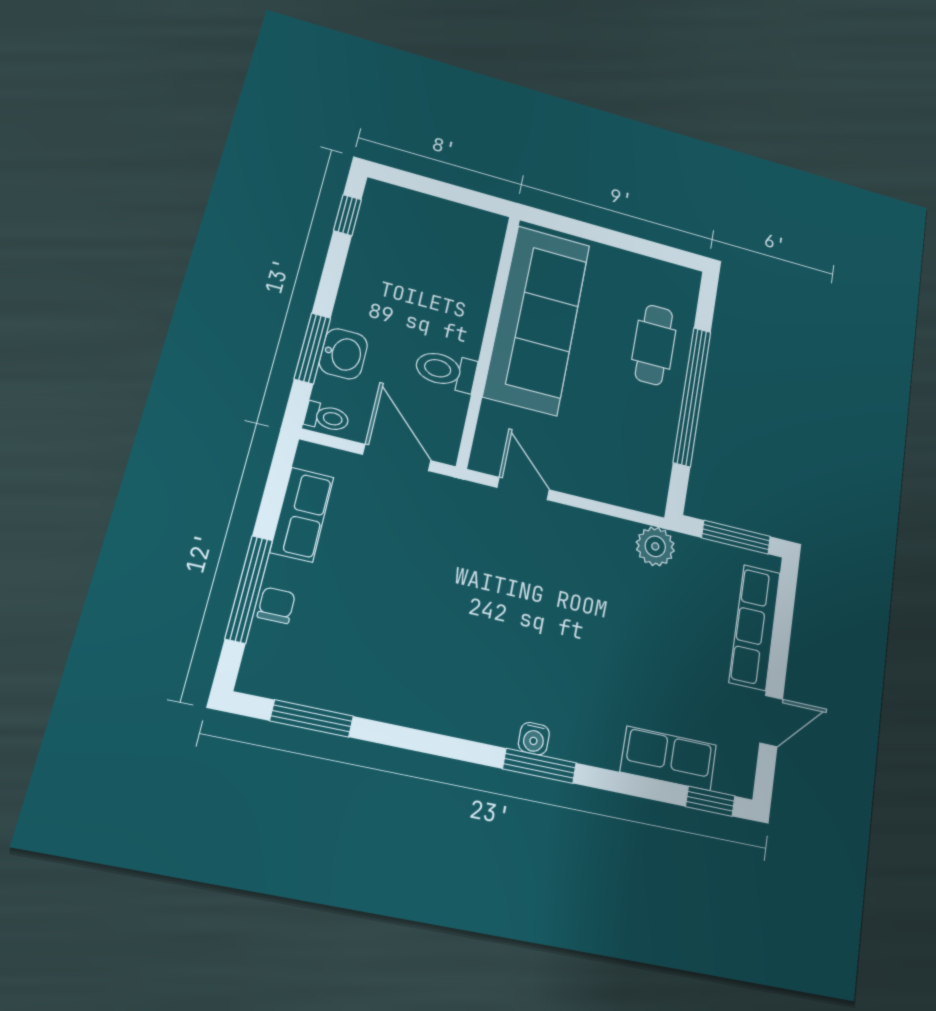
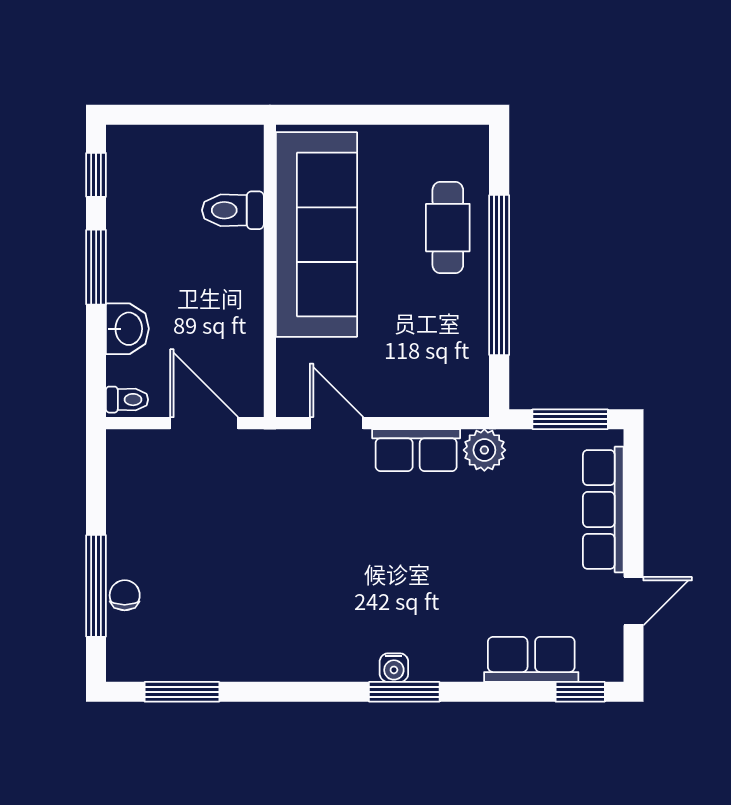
window: (312, 348) -> (96, 267), moved
toilet: (446, 370) -> (233, 210), moved
row of seats: (302, 515) -> (416, 450), moved, turned 90

